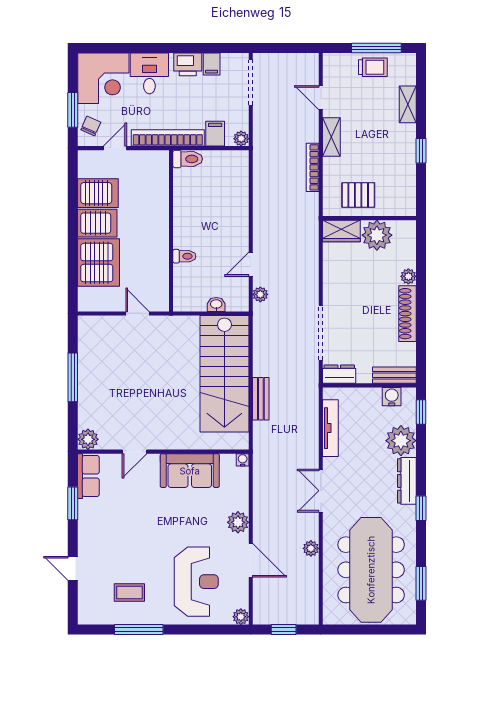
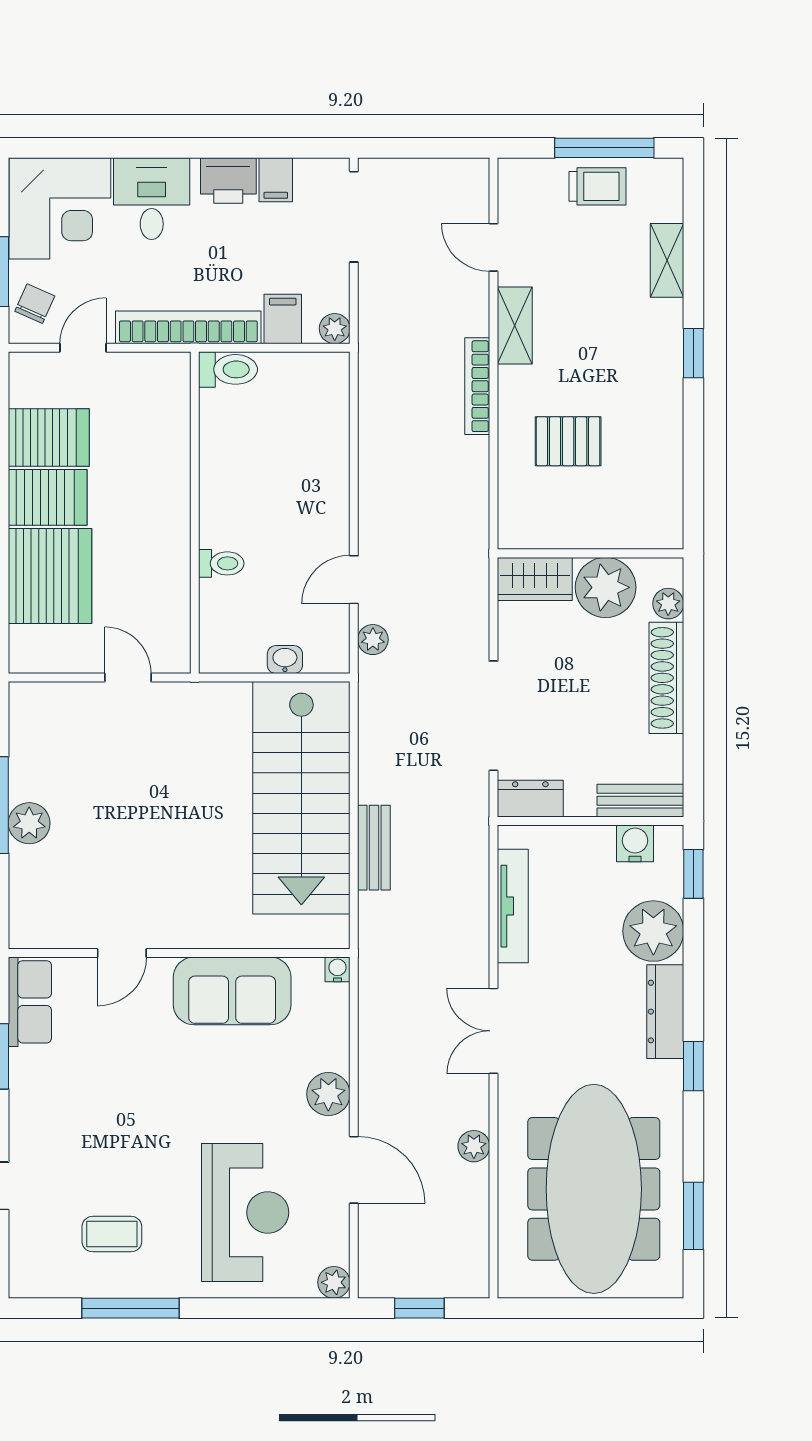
wall: (369, 218) -> (591, 553), moved
wardrobe: (341, 231) -> (535, 579), moved
plant: (377, 235) -> (606, 587), moved
plant: (88, 439) -> (29, 823), moved

